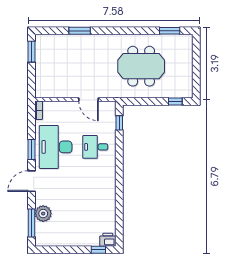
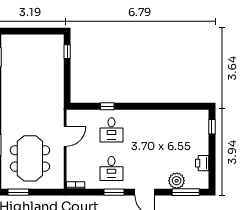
meeting table: (141, 66) -> (30, 158), moved
window: (119, 123) -> (107, 106), moved
desk: (56, 147) -> (111, 169), width x0.53, depth x0.77
printer: (108, 240) -> (202, 163), moved

